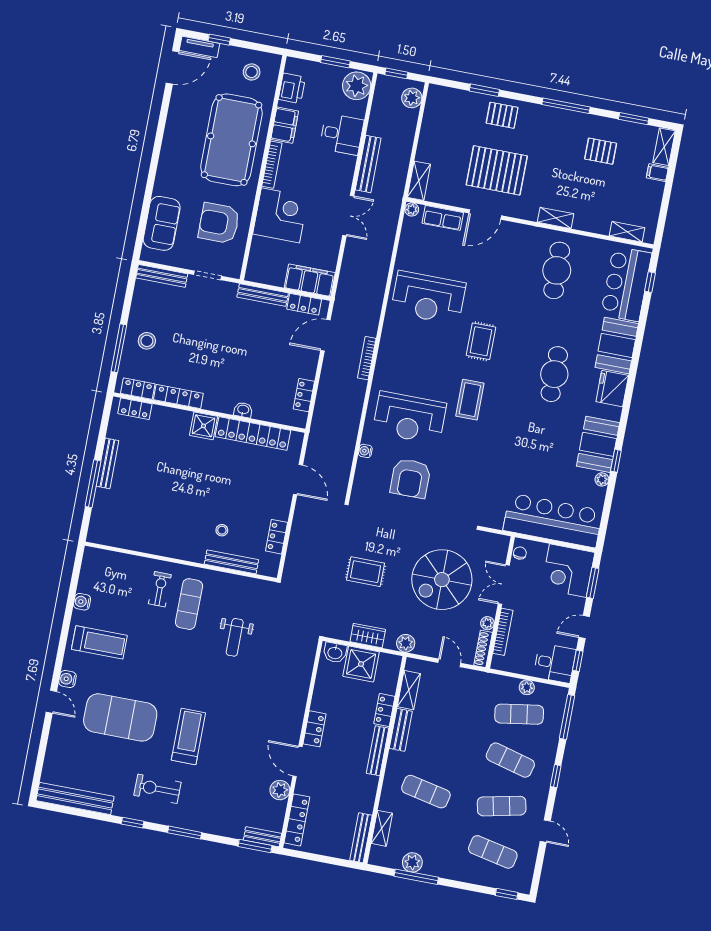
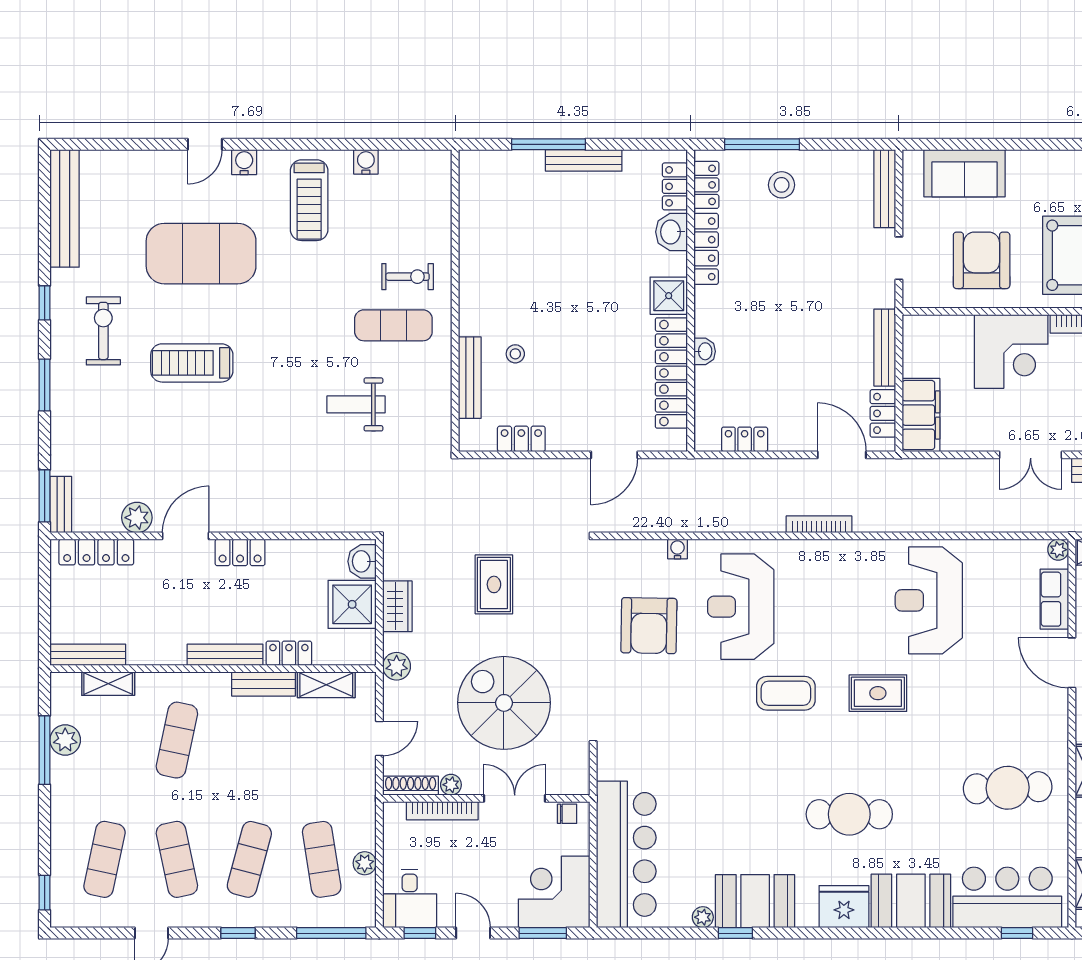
washbasin: (163, 416) -> (671, 232), added
armchair: (410, 478) -> (649, 626), turned -89
exercise mat: (120, 717) -> (201, 254), turned 90
treadmill: (188, 737) -> (192, 363), turned 180

